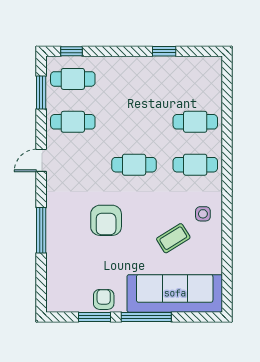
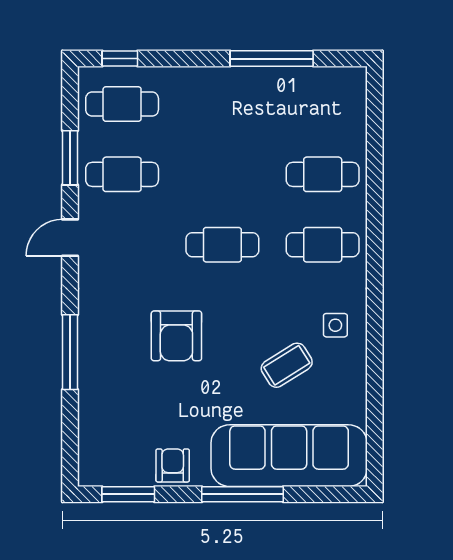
window: (164, 51) -> (272, 59), width x2.17
window: (41, 93) -> (70, 158), moved
window: (94, 317) -> (128, 494), moved

